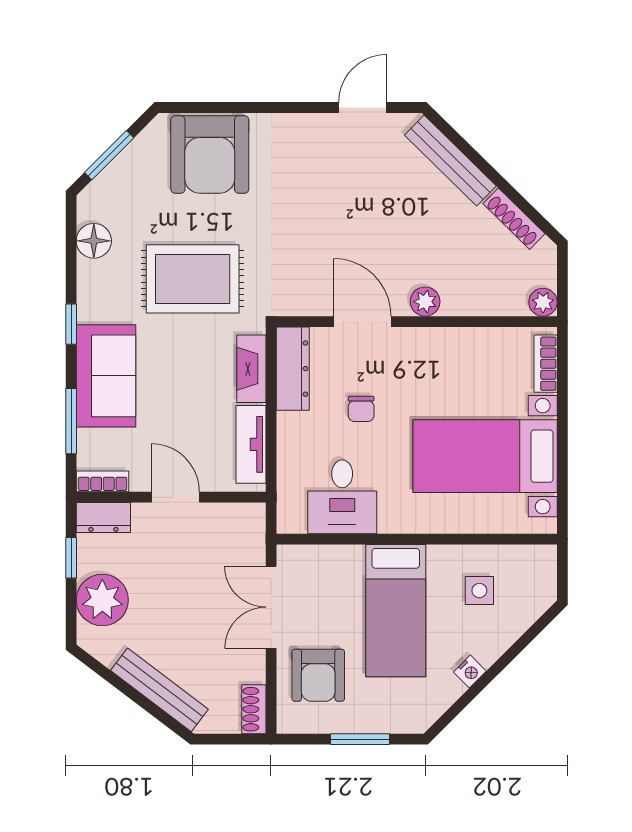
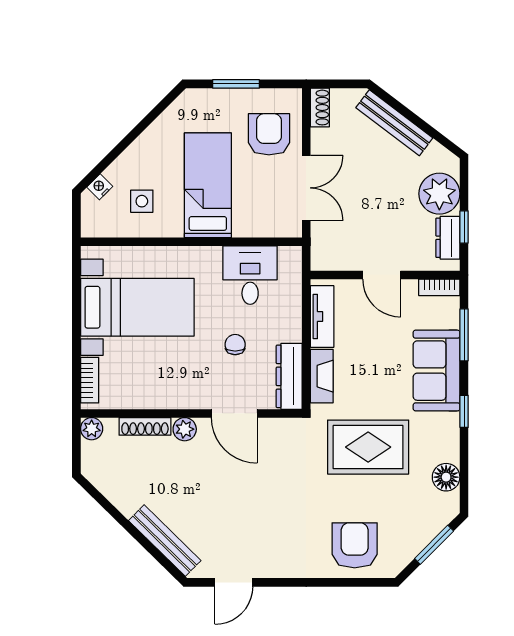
armchair: (210, 154) -> (355, 545), width x0.73, depth x0.73
shoe rack: (514, 219) -> (145, 426), moved, turned 136
dresser: (103, 518) -> (448, 238), moved, turned -90
nightstand: (470, 672) -> (100, 187), moved

